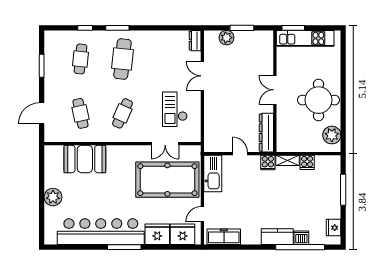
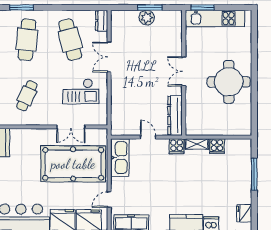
plant: (227, 38) -> (147, 18), moved
cafe table: (164, 59) -> (70, 40), added
checkout: (175, 109) -> (81, 91), turned -90
plant: (332, 135) -> (242, 118), removed

